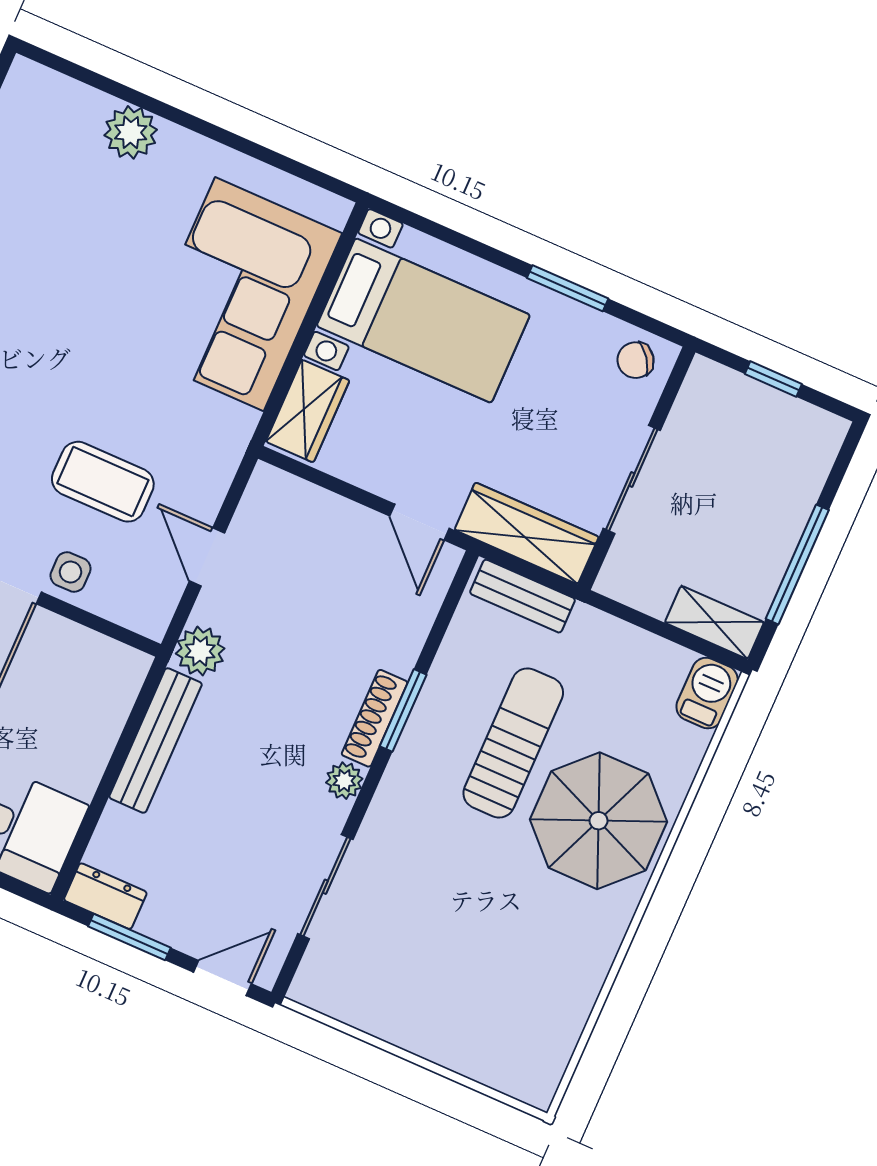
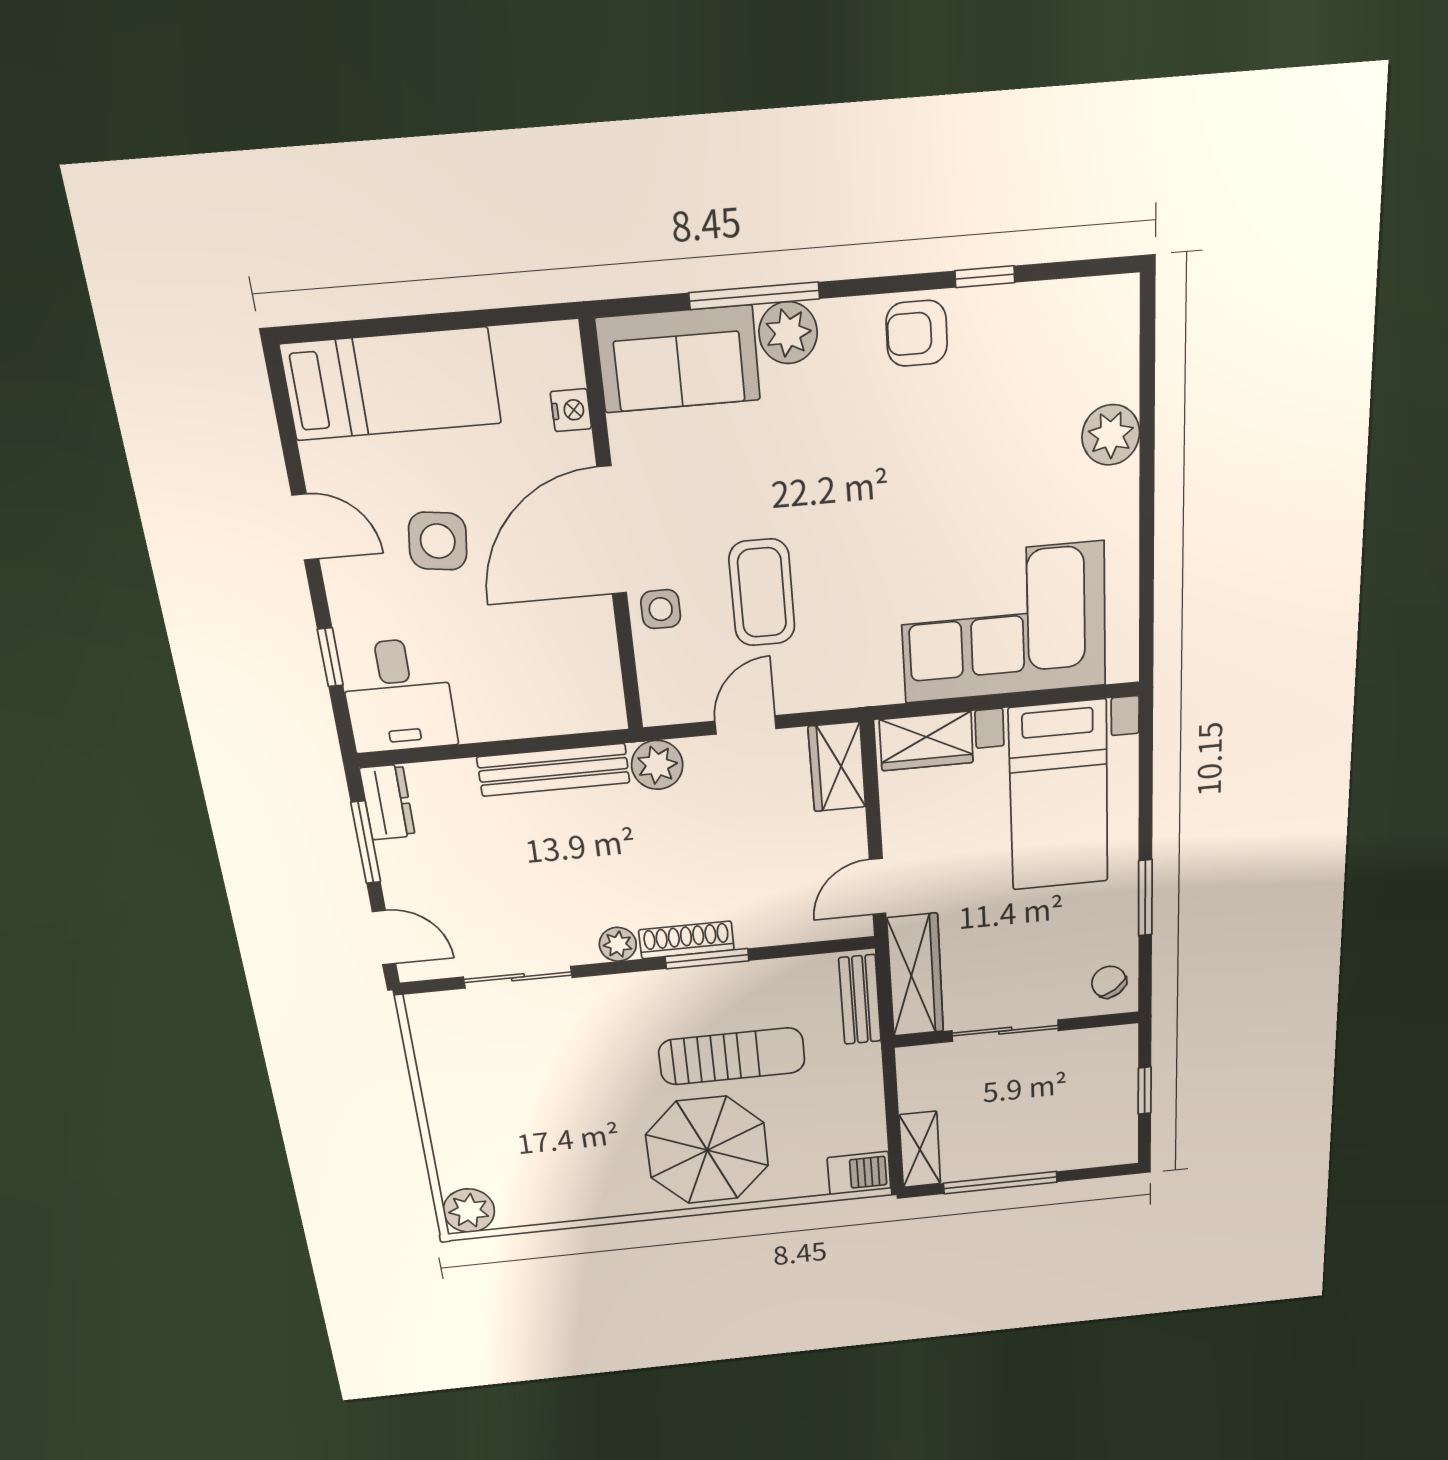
wardrobe: (288, 499) -> (837, 767), added
plant: (533, 1078) -> (469, 1211), added

